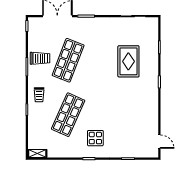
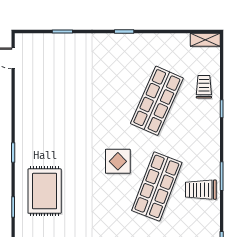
rug: (128, 61) -> (45, 191), moved
trolley: (39, 95) -> (204, 87), moved
display table: (95, 138) -> (118, 161), moved

